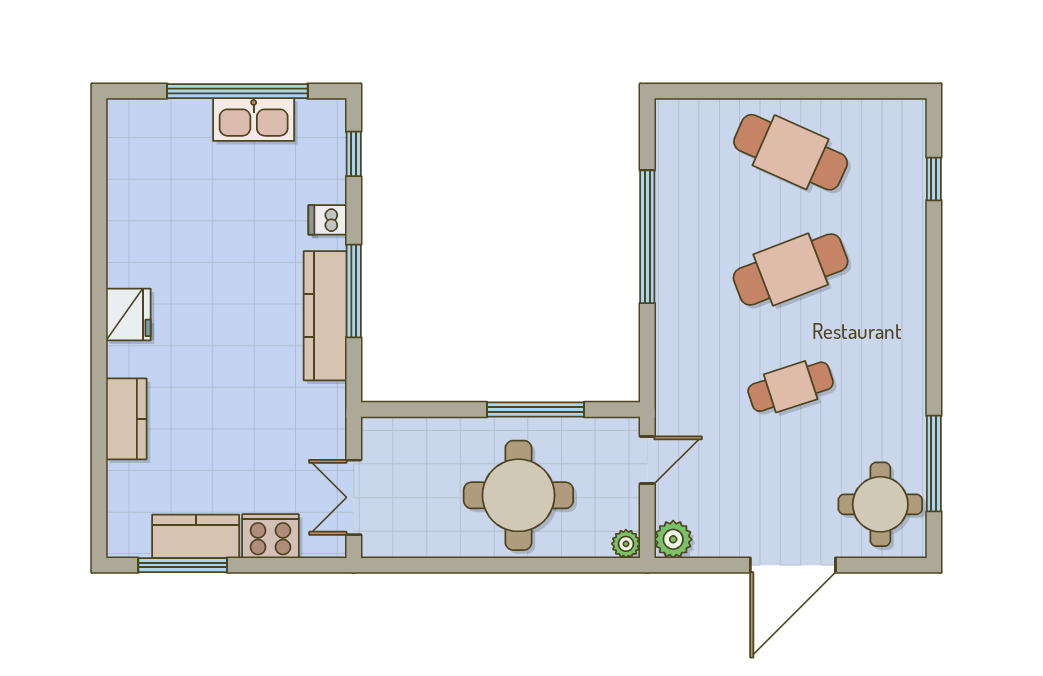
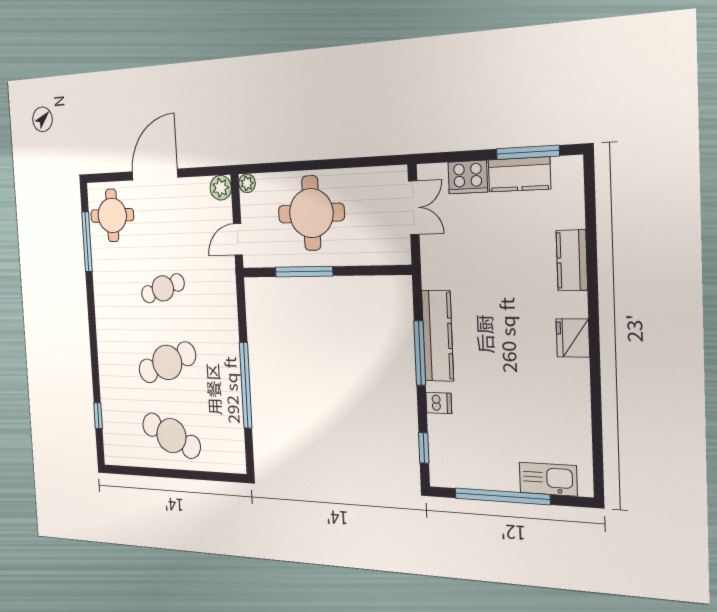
kitchen sink: (254, 120) -> (548, 479), moved

